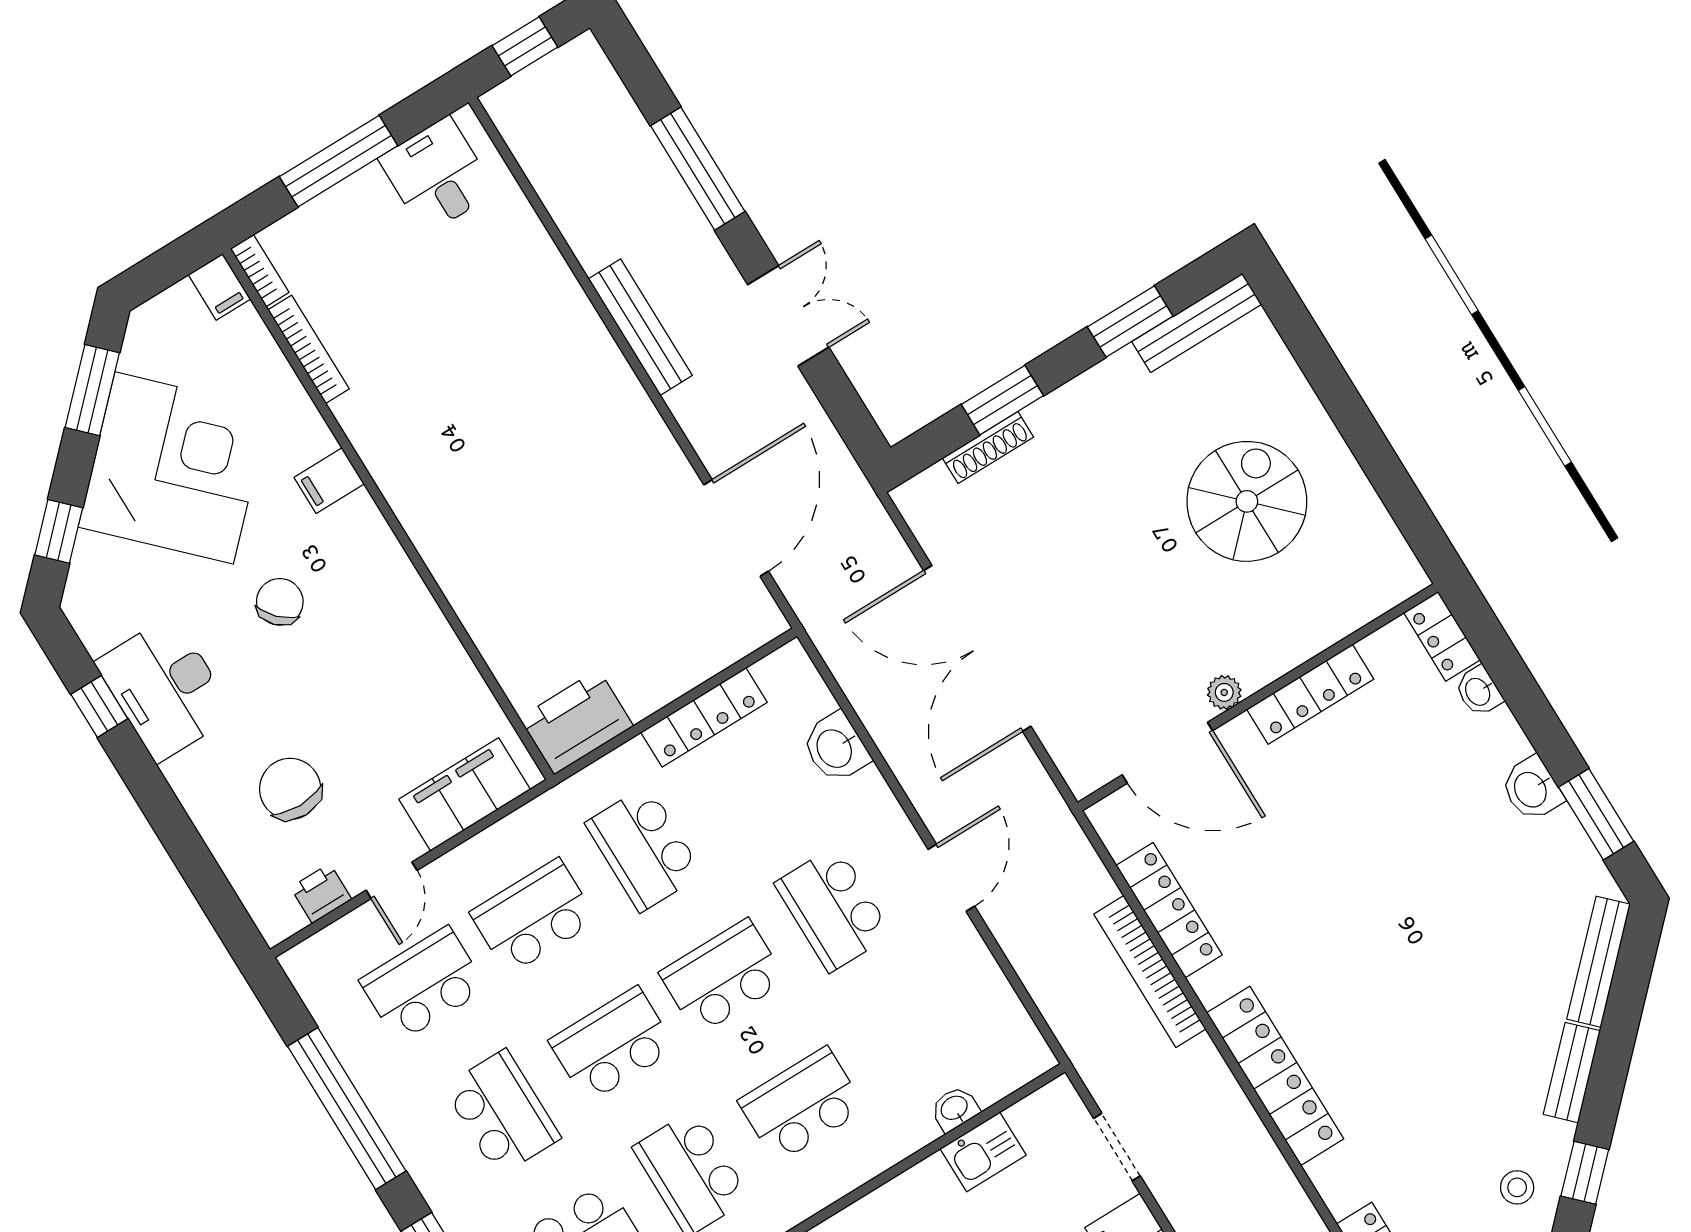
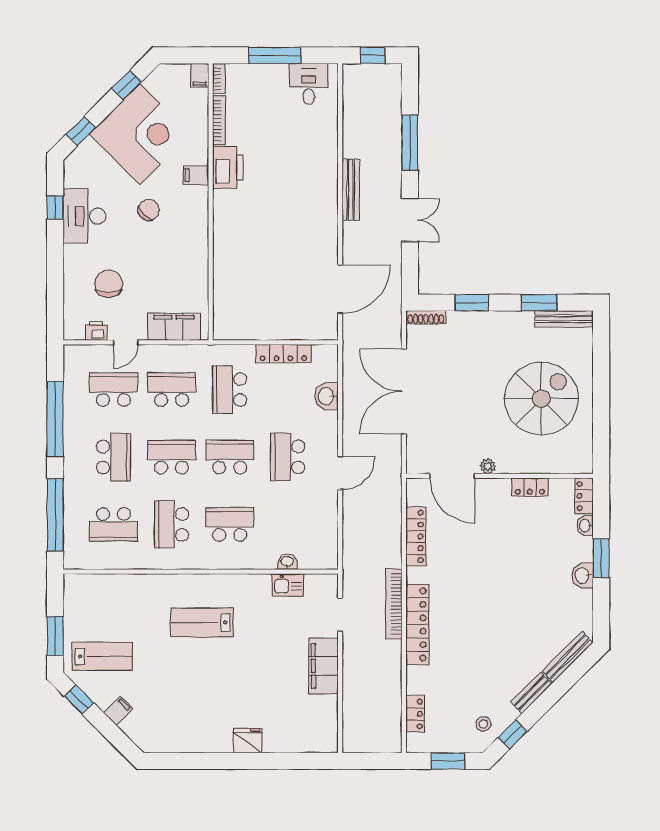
window: (92, 390) -> (127, 85), width x0.67
shoe rack: (988, 448) -> (426, 317), moved
spiral stairs: (1247, 501) -> (541, 399), width x1.37, depth x1.37
locker: (1310, 694) -> (530, 487), width x0.66
printer: (576, 722) -> (228, 167), moved, turned 90
window: (1596, 814) -> (601, 558), moved
bookcase: (1150, 971) -> (394, 604), moved

